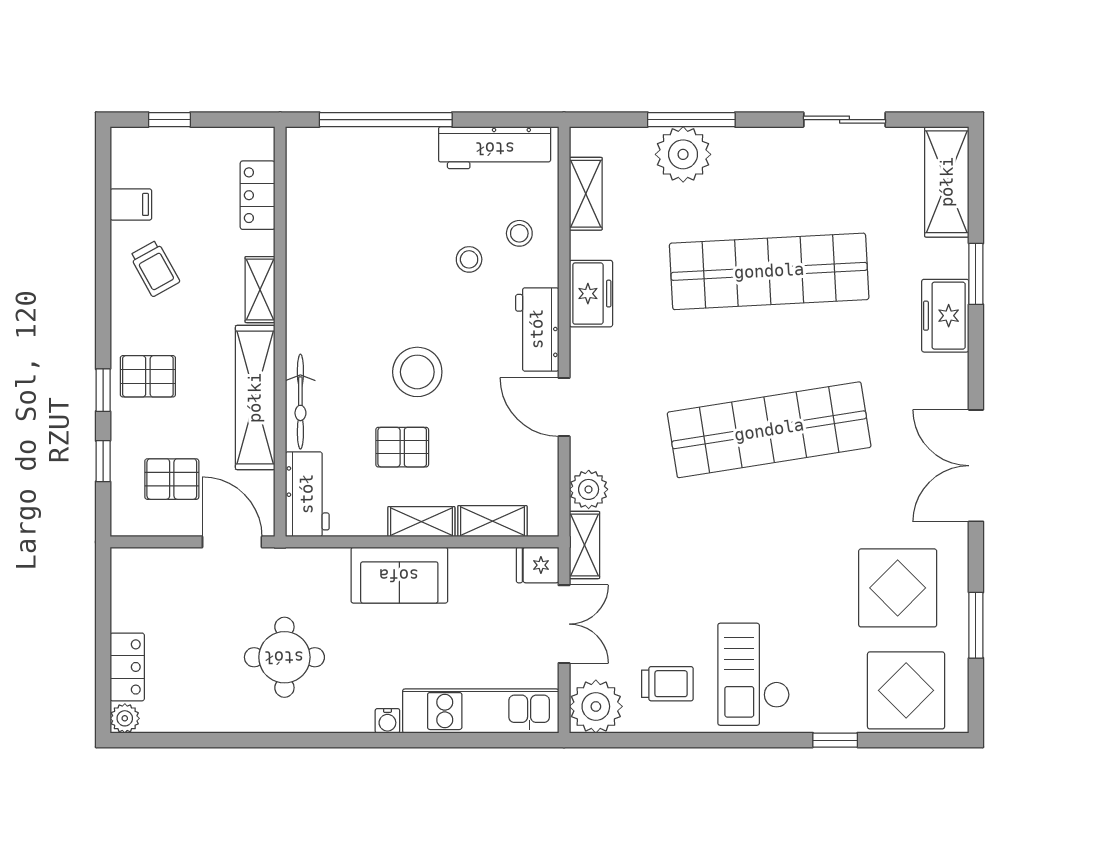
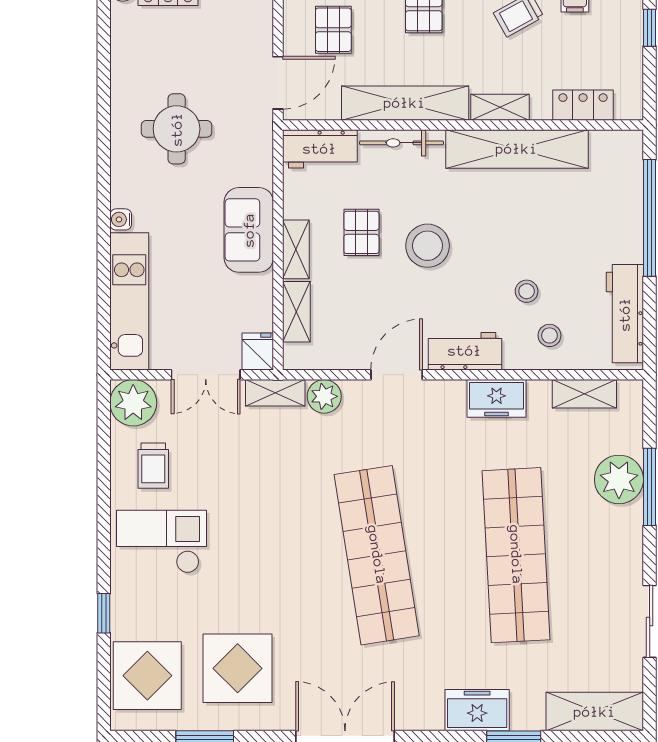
shelving: (307, 270) -> (517, 149), added

